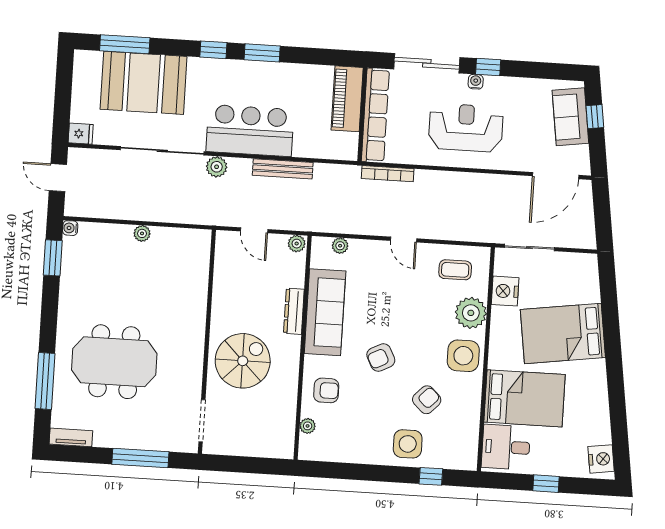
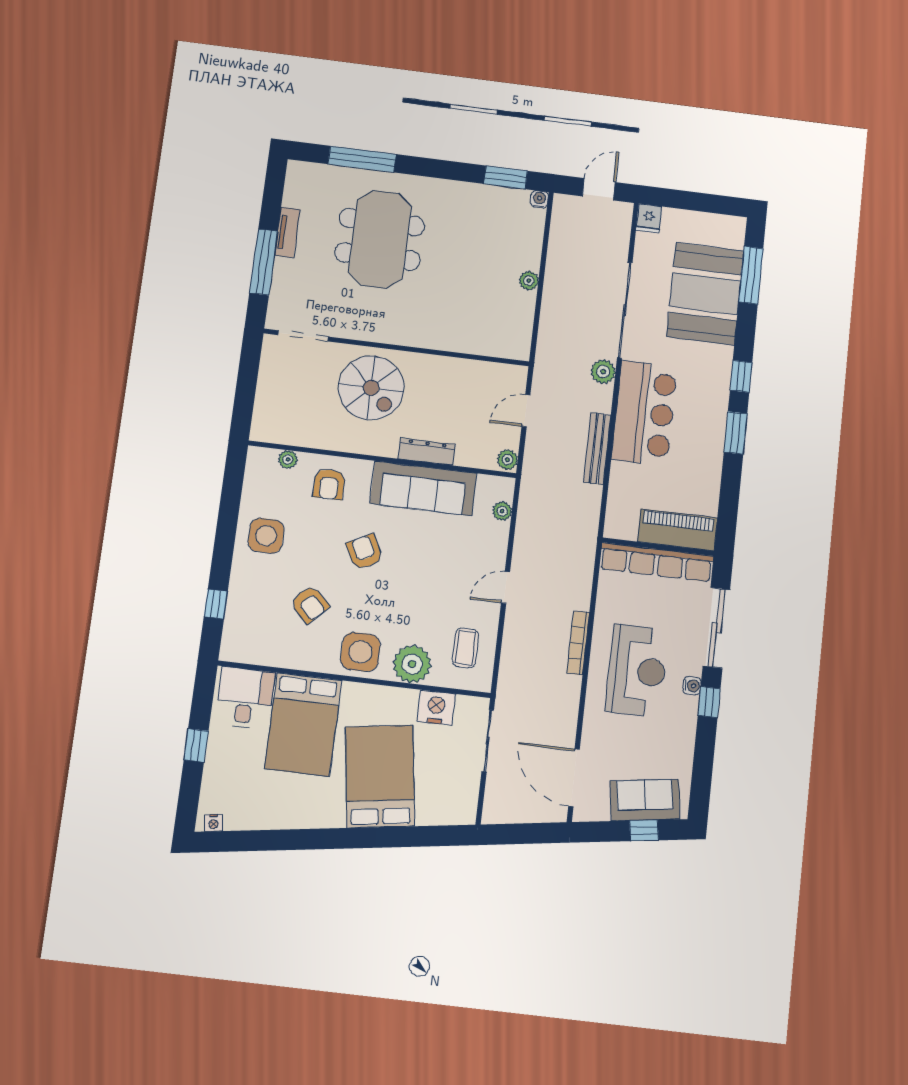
bookcase: (388, 174) -> (578, 643), moved
tv unit: (71, 437) -> (287, 232), moved
side table: (408, 444) -> (266, 536), moved
nightstand: (601, 459) -> (214, 823), width x0.53, depth x0.56

